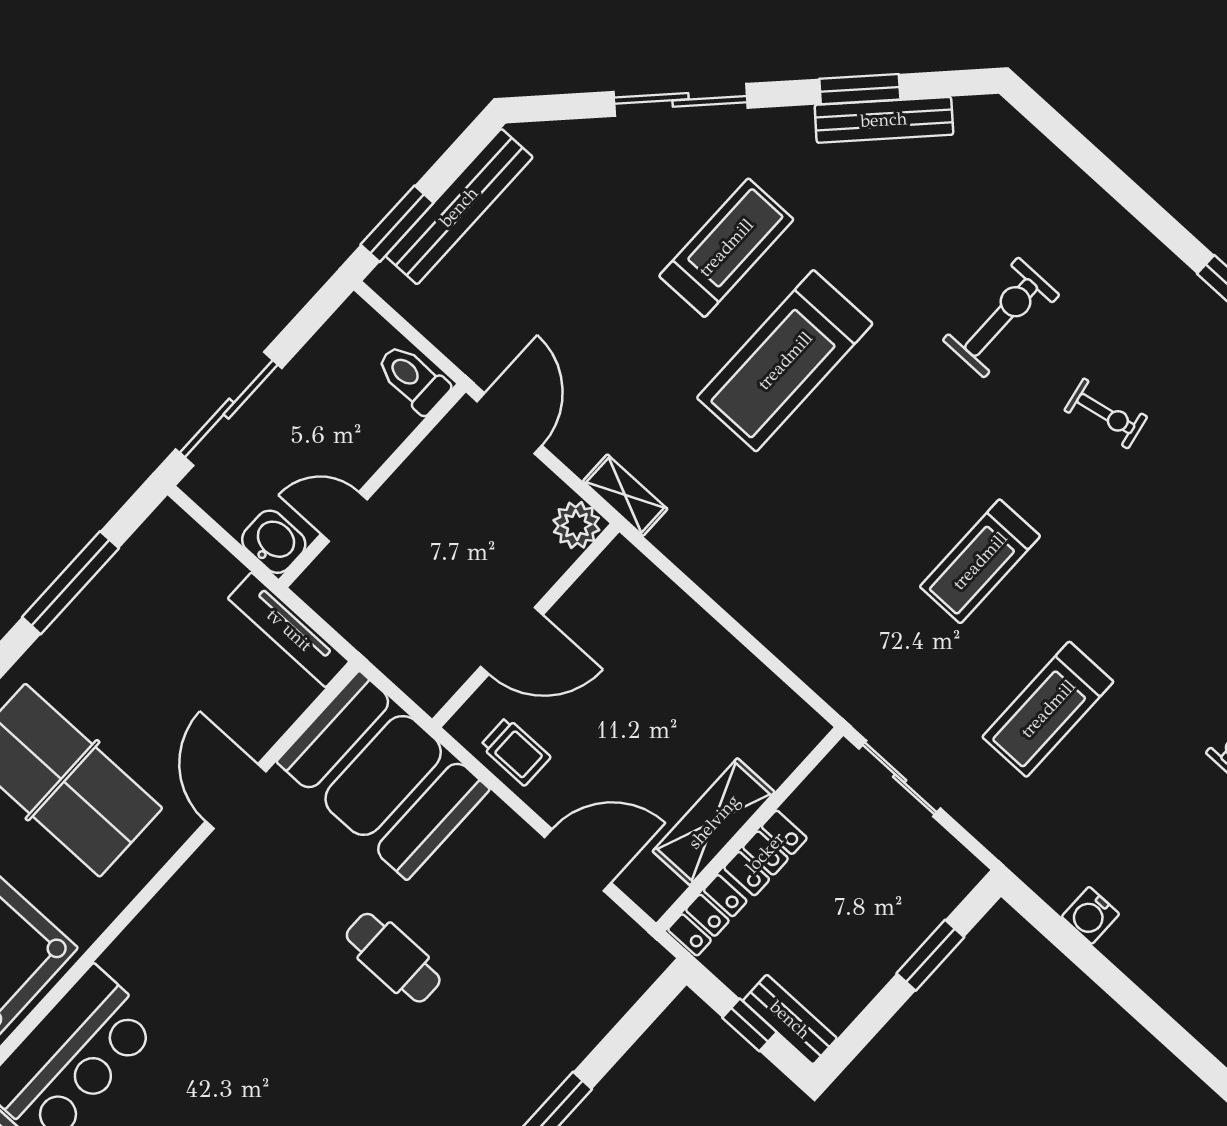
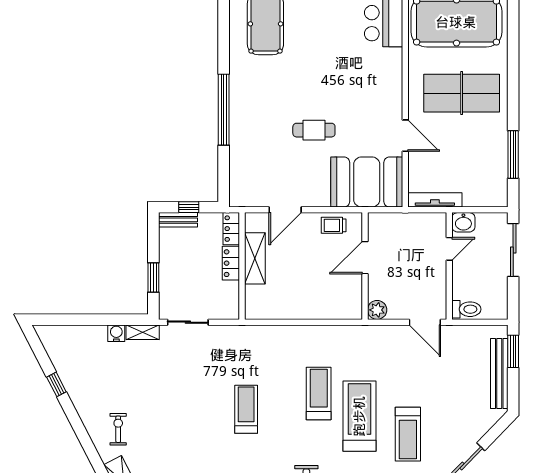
shelving: (625, 495) -> (143, 332), moved
treadmill: (1048, 709) -> (319, 393), moved
sliding door: (900, 778) -> (188, 322), moved

